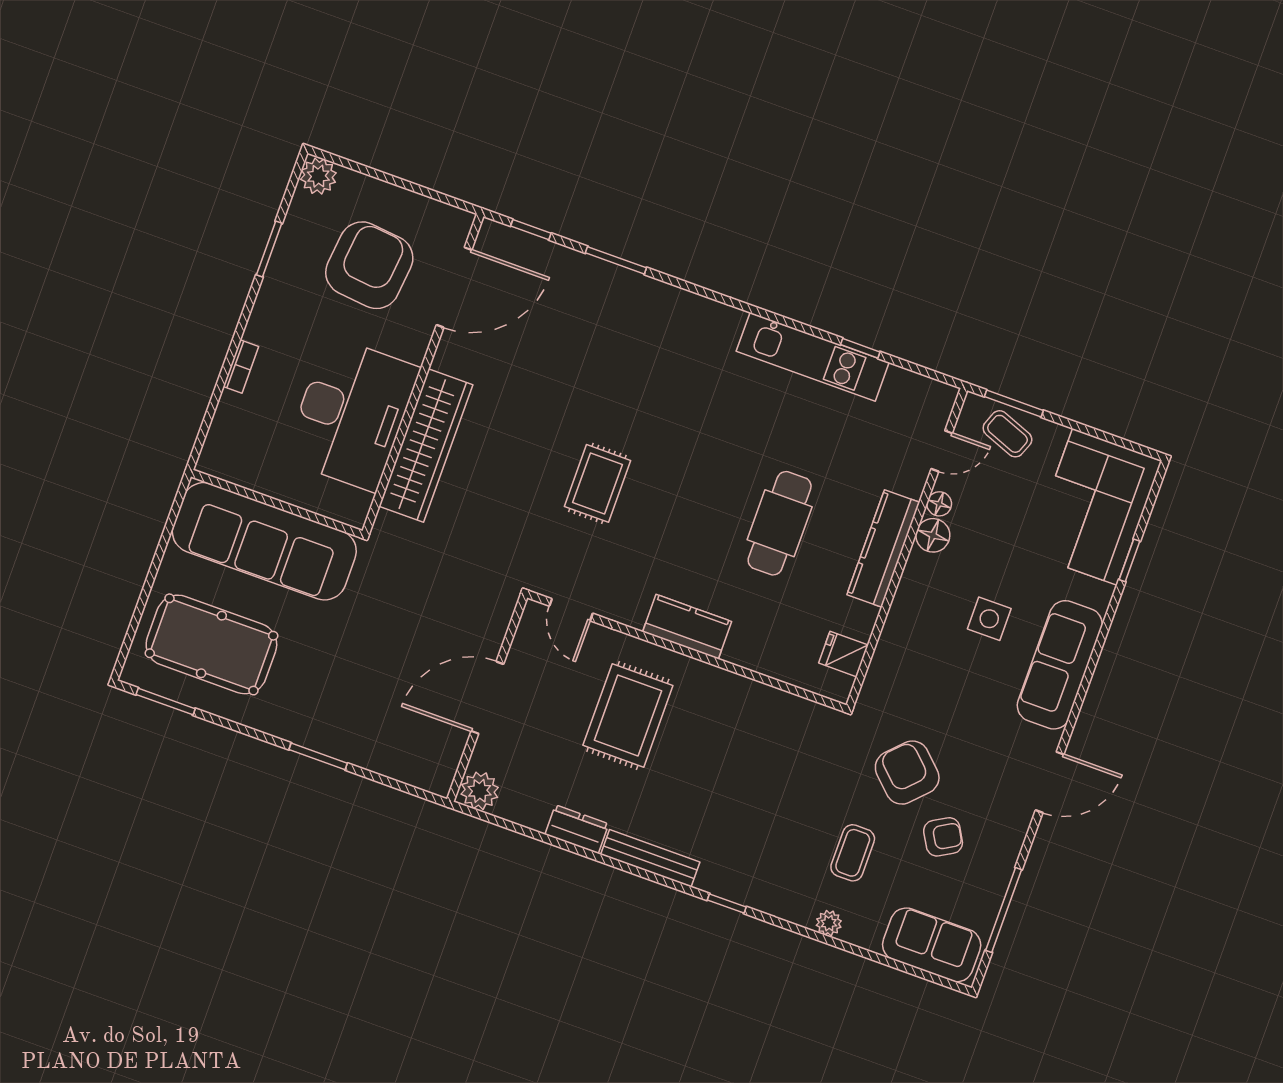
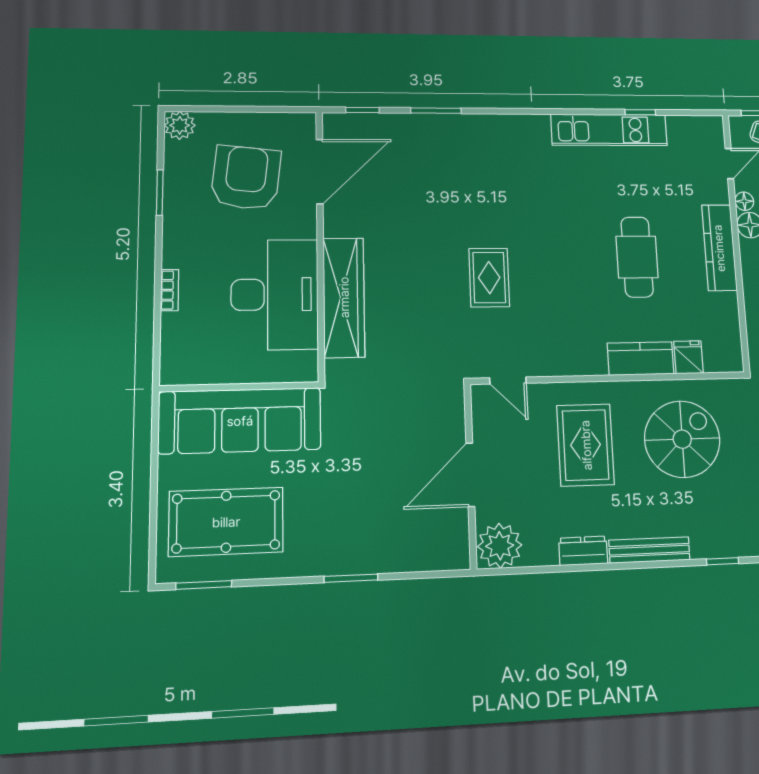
kitchen counter: (687, 627) -> (641, 359), moved
fridge: (843, 654) -> (688, 357), moved, turned 90
spiral stairs: (740, 752) -> (682, 439), added
plant: (480, 791) -> (500, 546), width x1.36, depth x1.36

